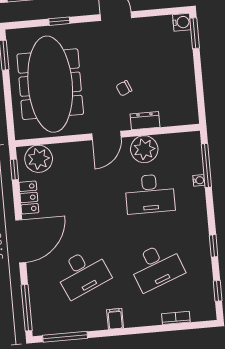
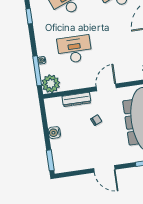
water cooler: (182, 22) -> (54, 133), moved
dresser: (145, 121) -> (76, 99), width x1.44
plant: (144, 149) -> (51, 84), moved

